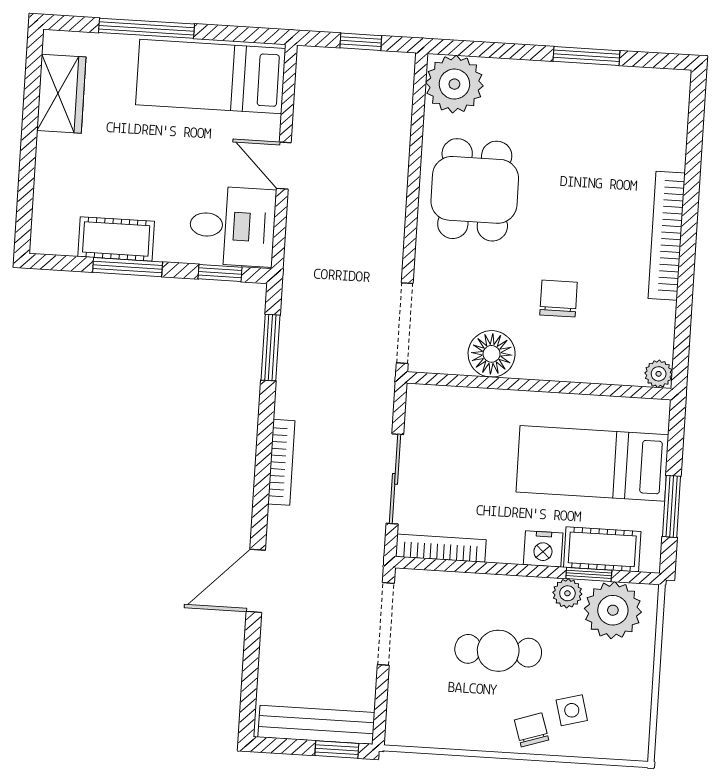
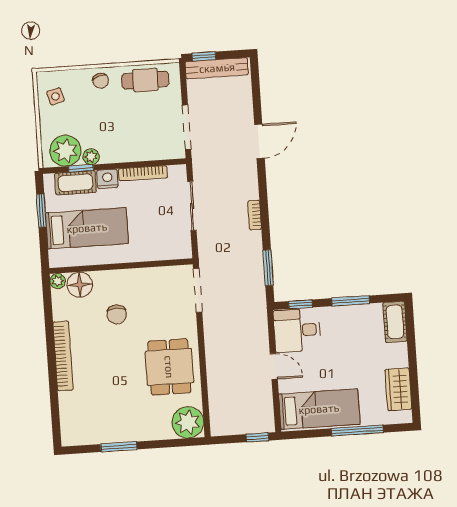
window: (361, 42) -> (257, 437), moved
cot: (116, 239) -> (395, 322), moved, turned 90
floor lamp: (492, 354) -> (80, 285), moved
bookcase: (281, 462) -> (255, 215), width x0.64
bookcase: (441, 548) -> (143, 173), moved
cafe table: (498, 651) -> (145, 80), moved
side table: (572, 710) -> (55, 96), moved

